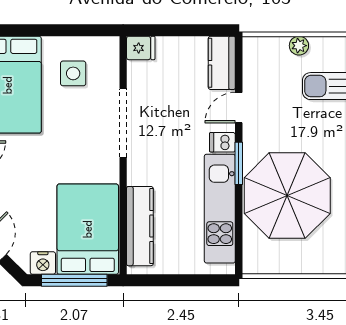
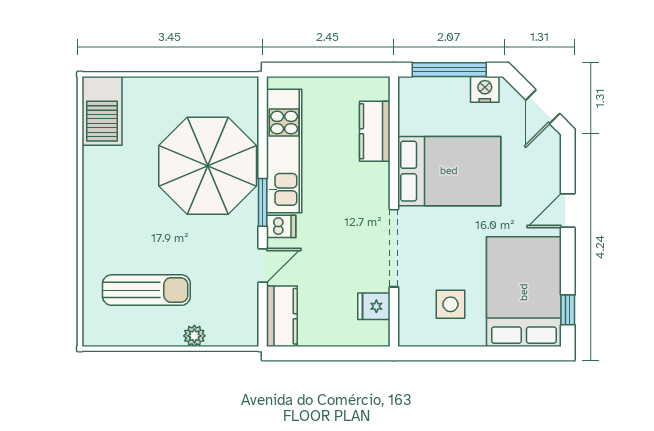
fridge: (141, 48) -> (374, 306), moved
kitchen counter: (140, 226) -> (375, 131), width x0.67
bed: (88, 229) -> (449, 171), moved, turned -90

